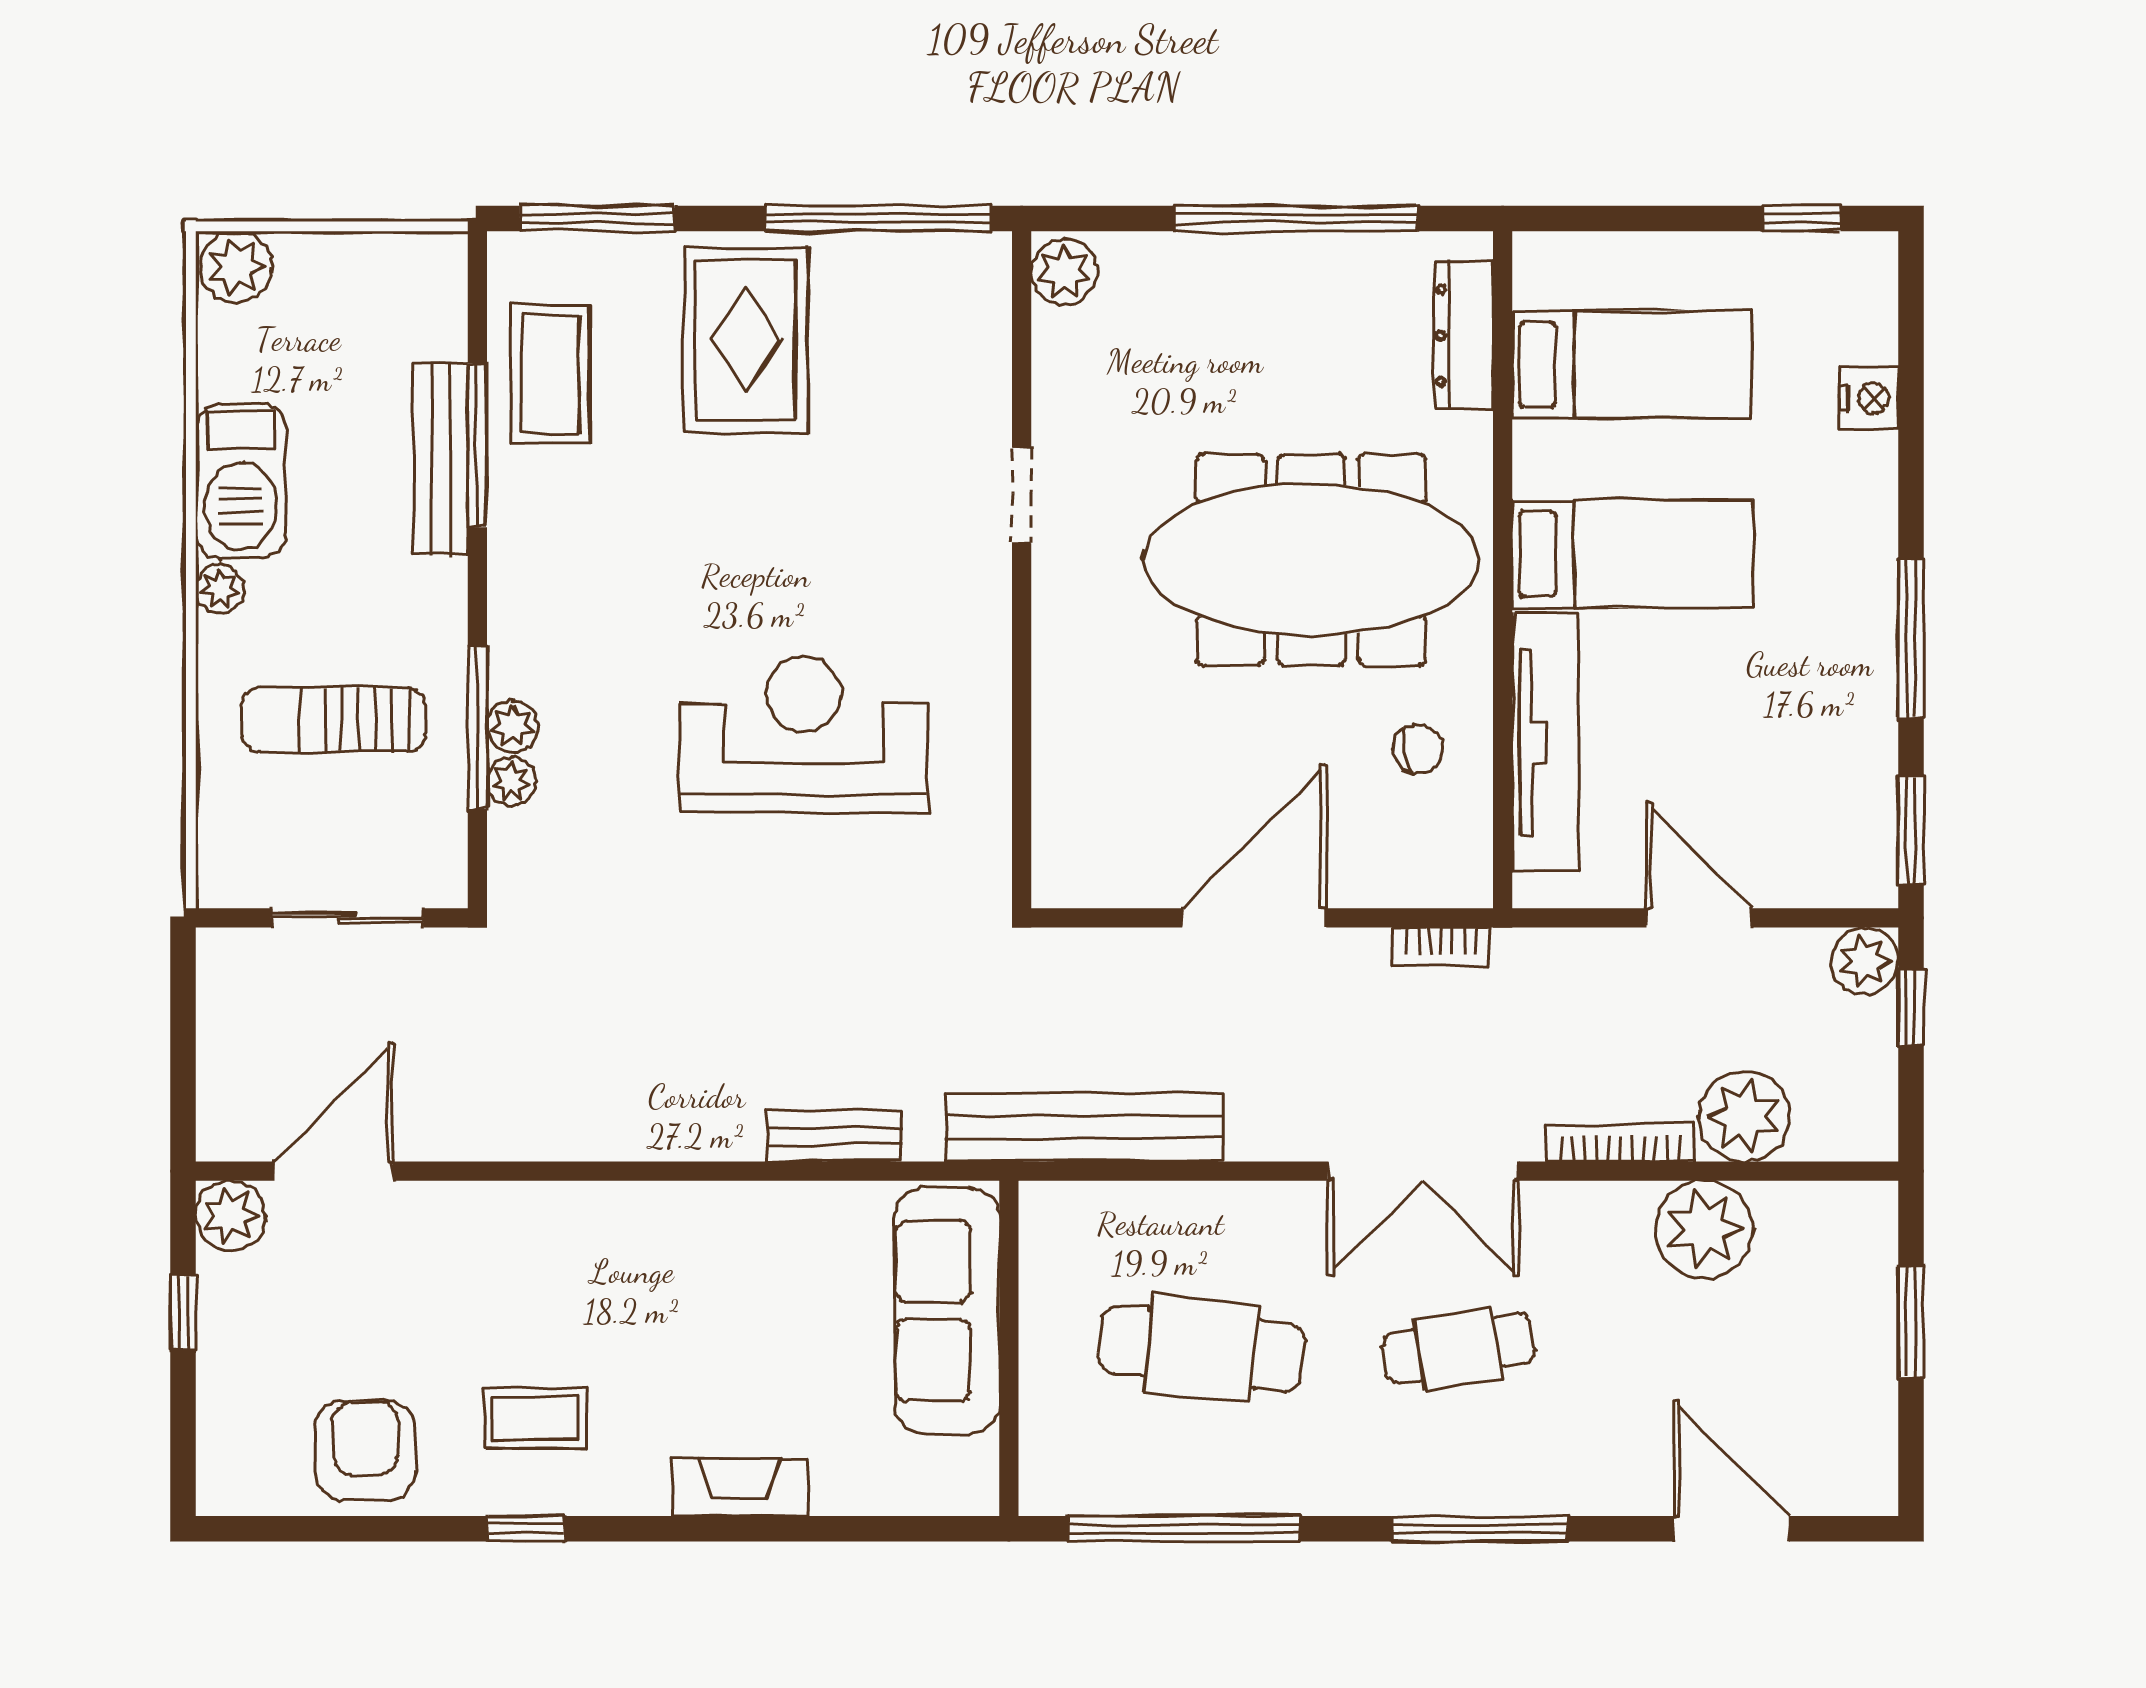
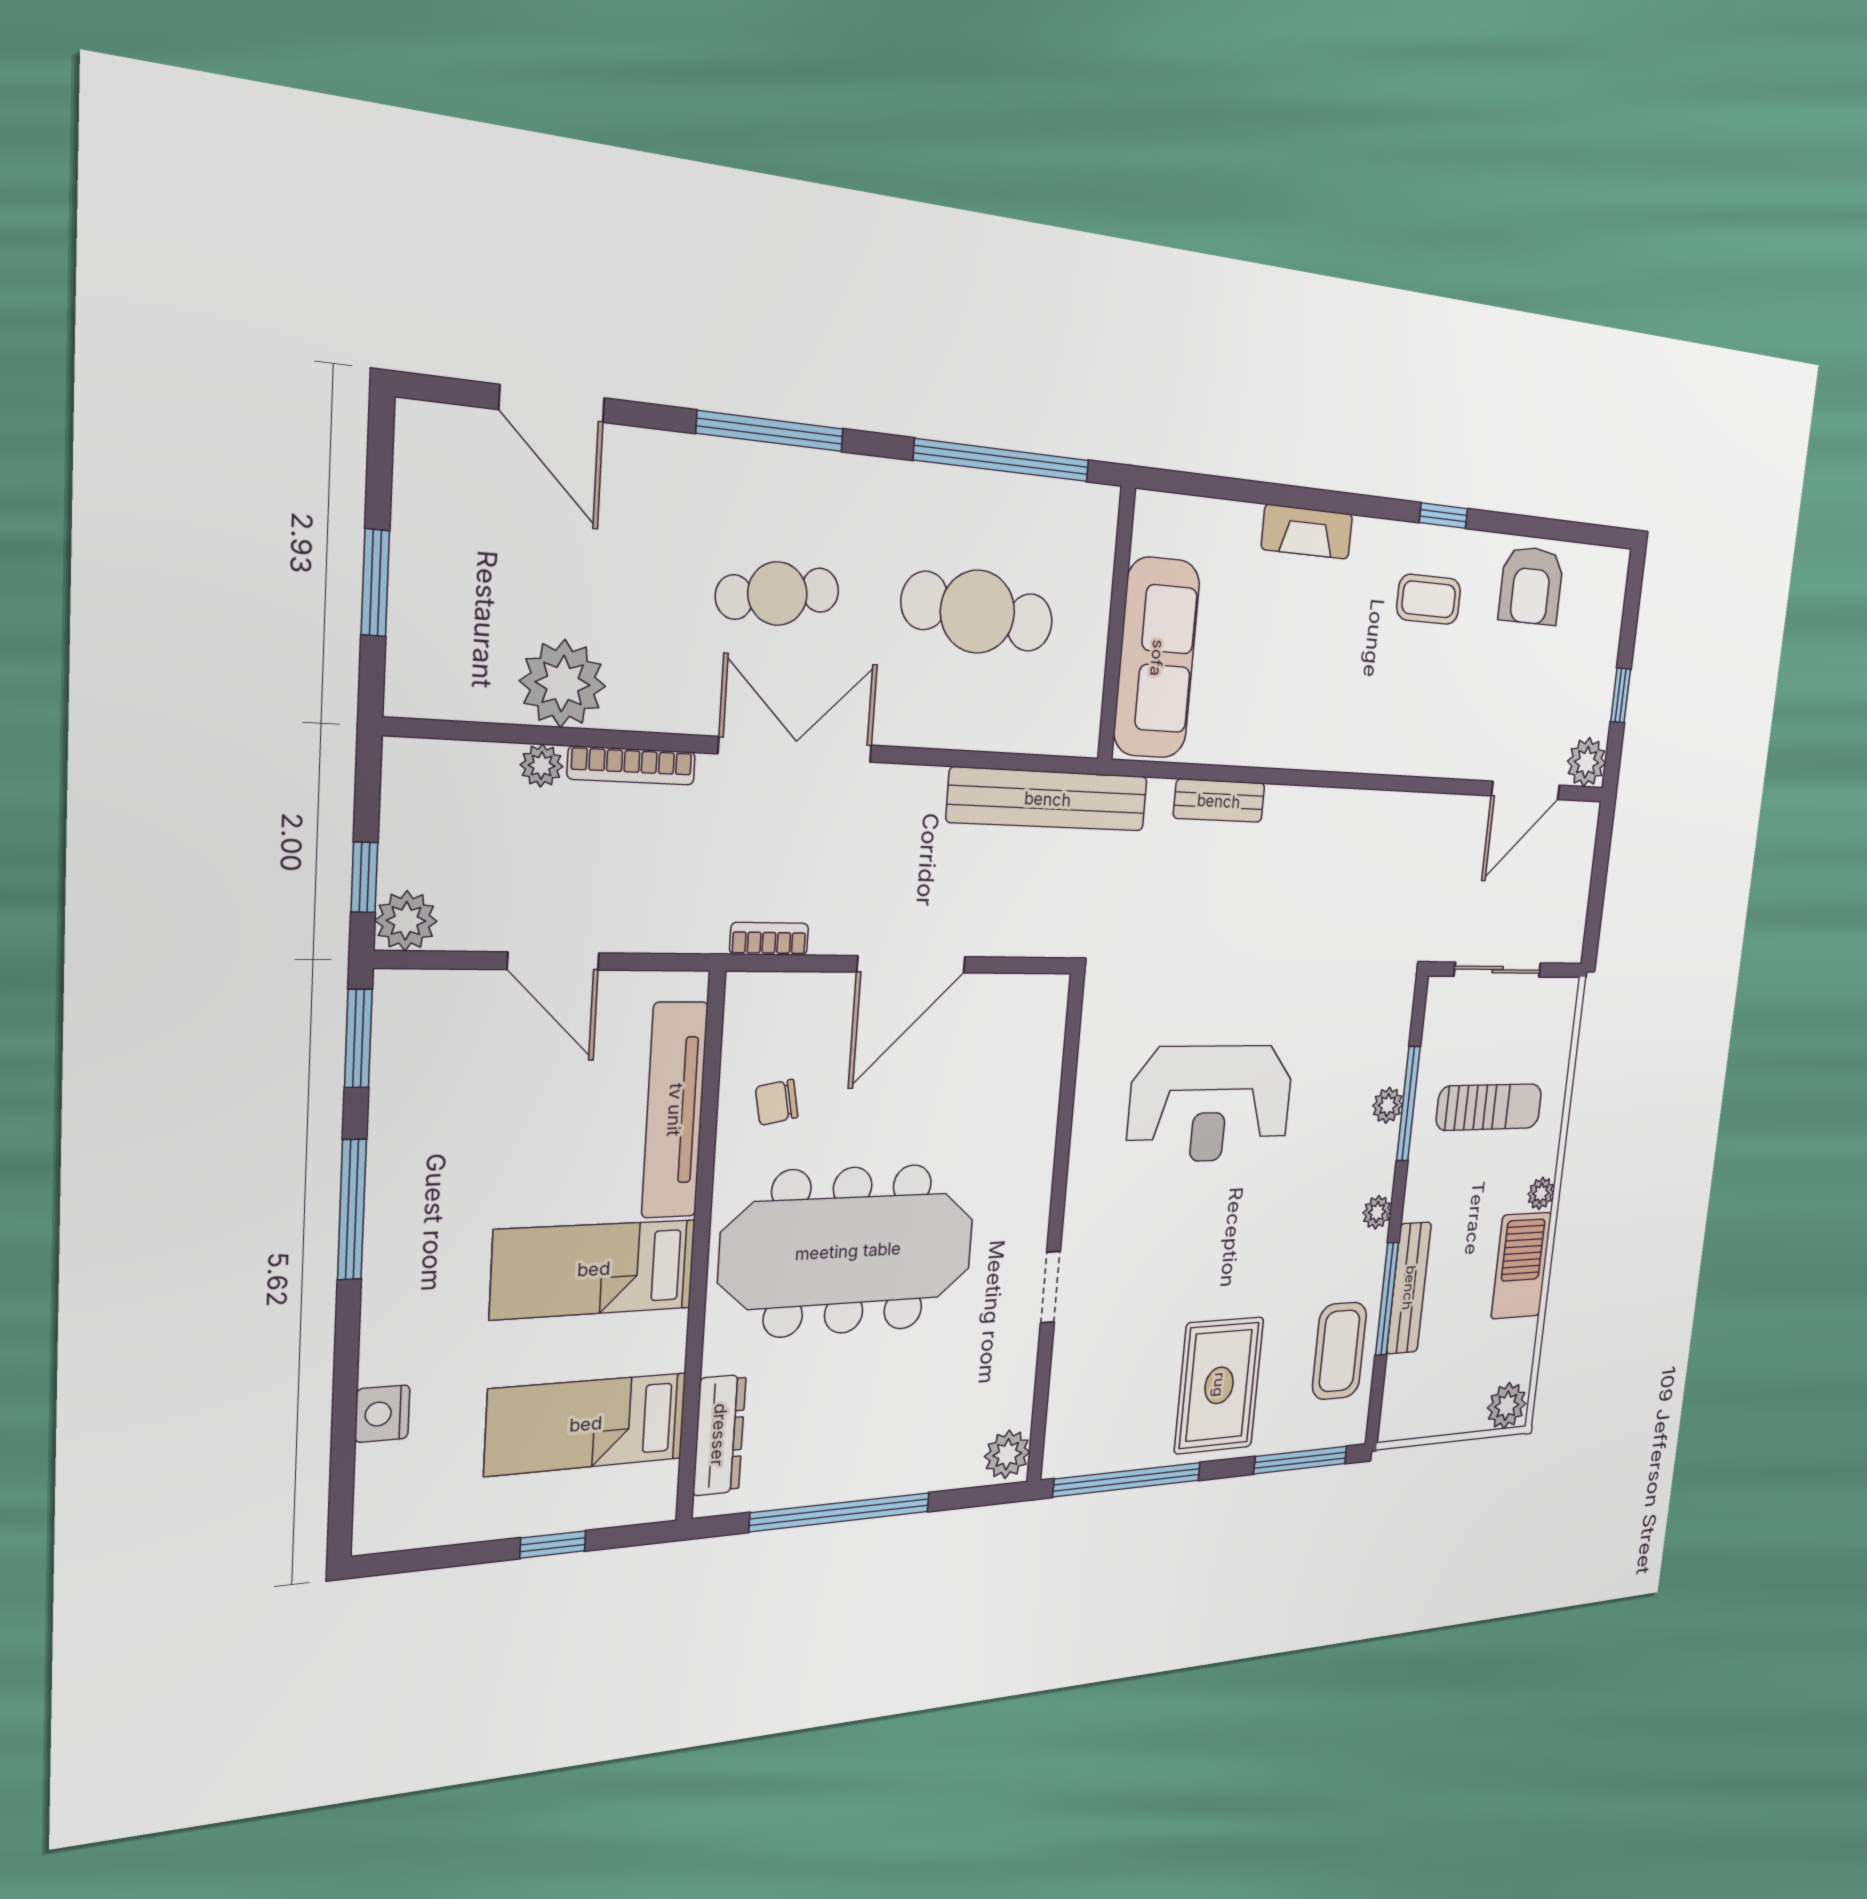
window: (1801, 218) -> (553, 1545), moved
plant: (511, 781) -> (1377, 1212), moved
plant: (1744, 1116) -> (542, 766), width x0.53, depth x0.53

